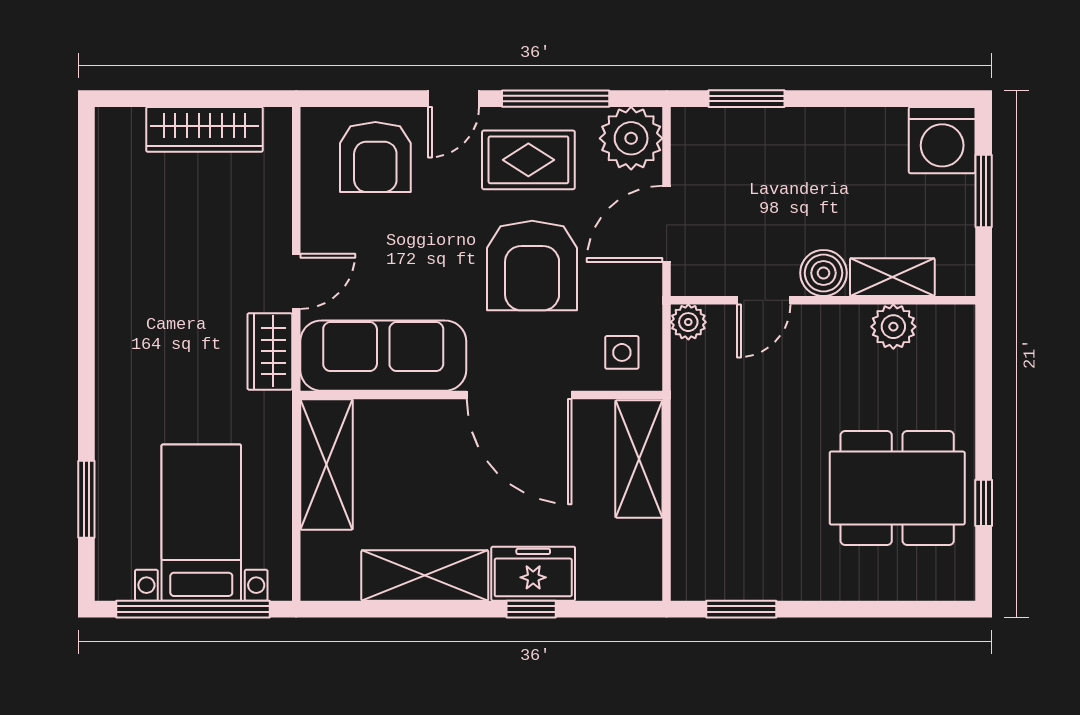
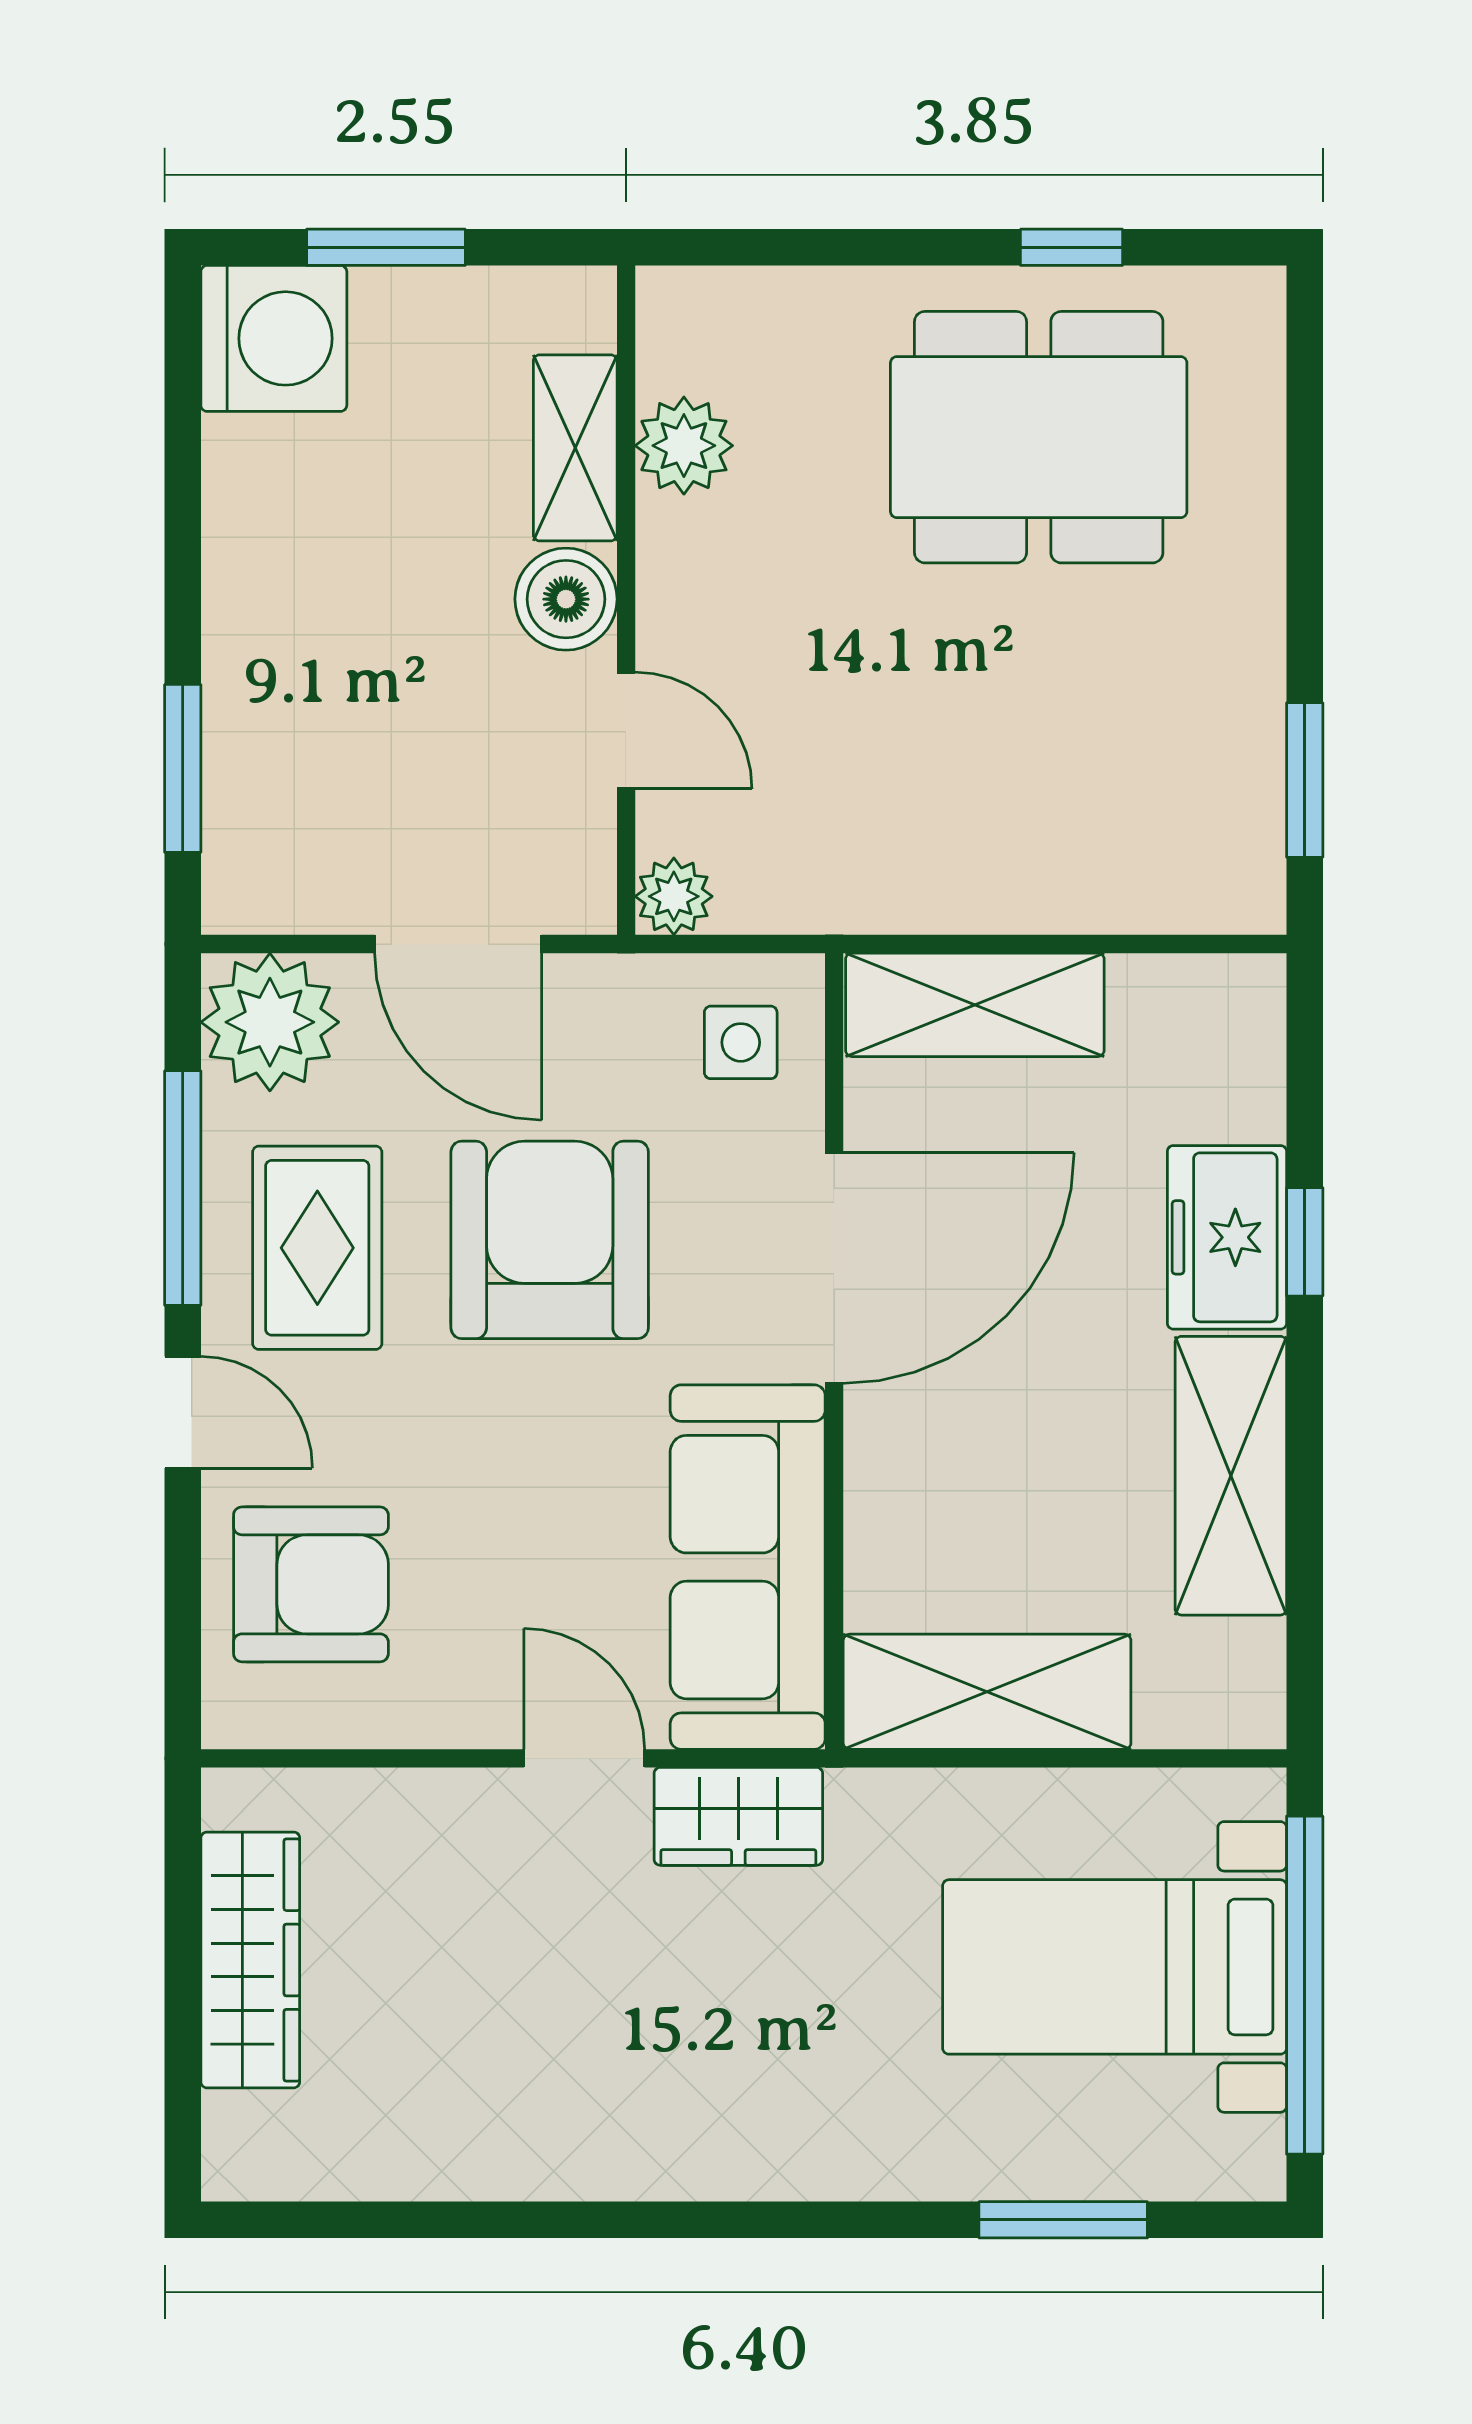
armchair: (532, 266) -> (550, 1240), turned -90
dining table: (897, 488) -> (1039, 437), turned 90

